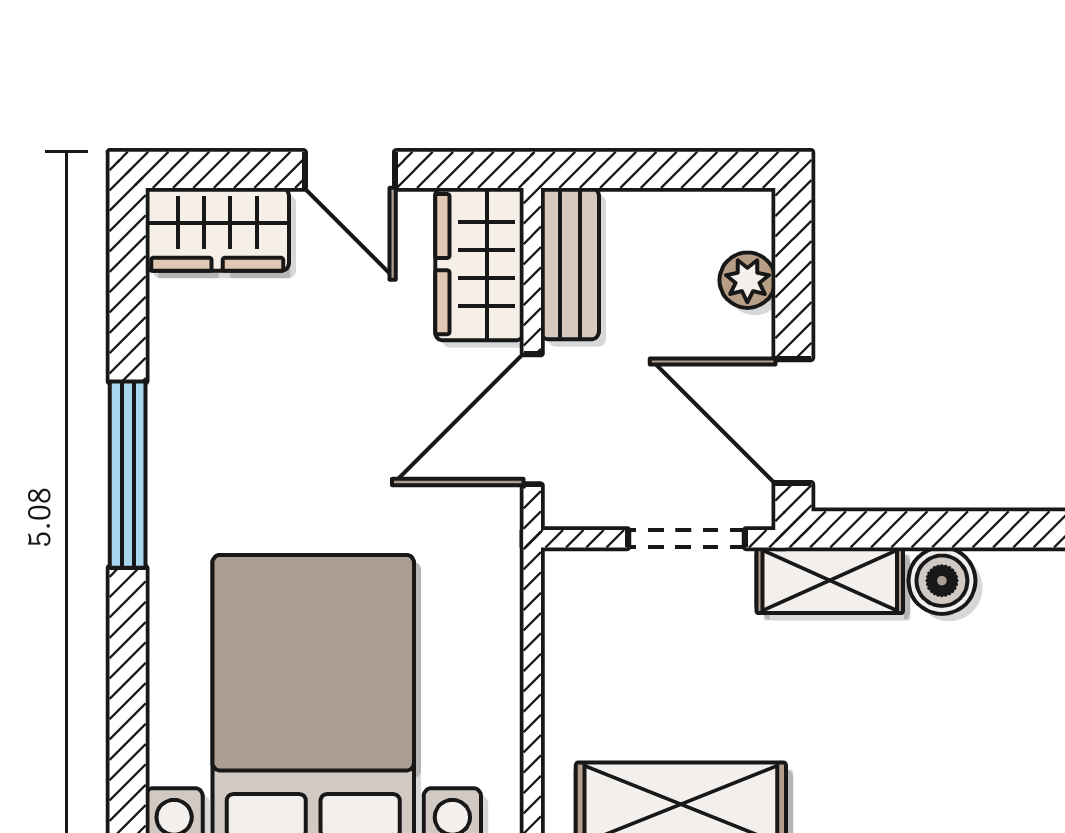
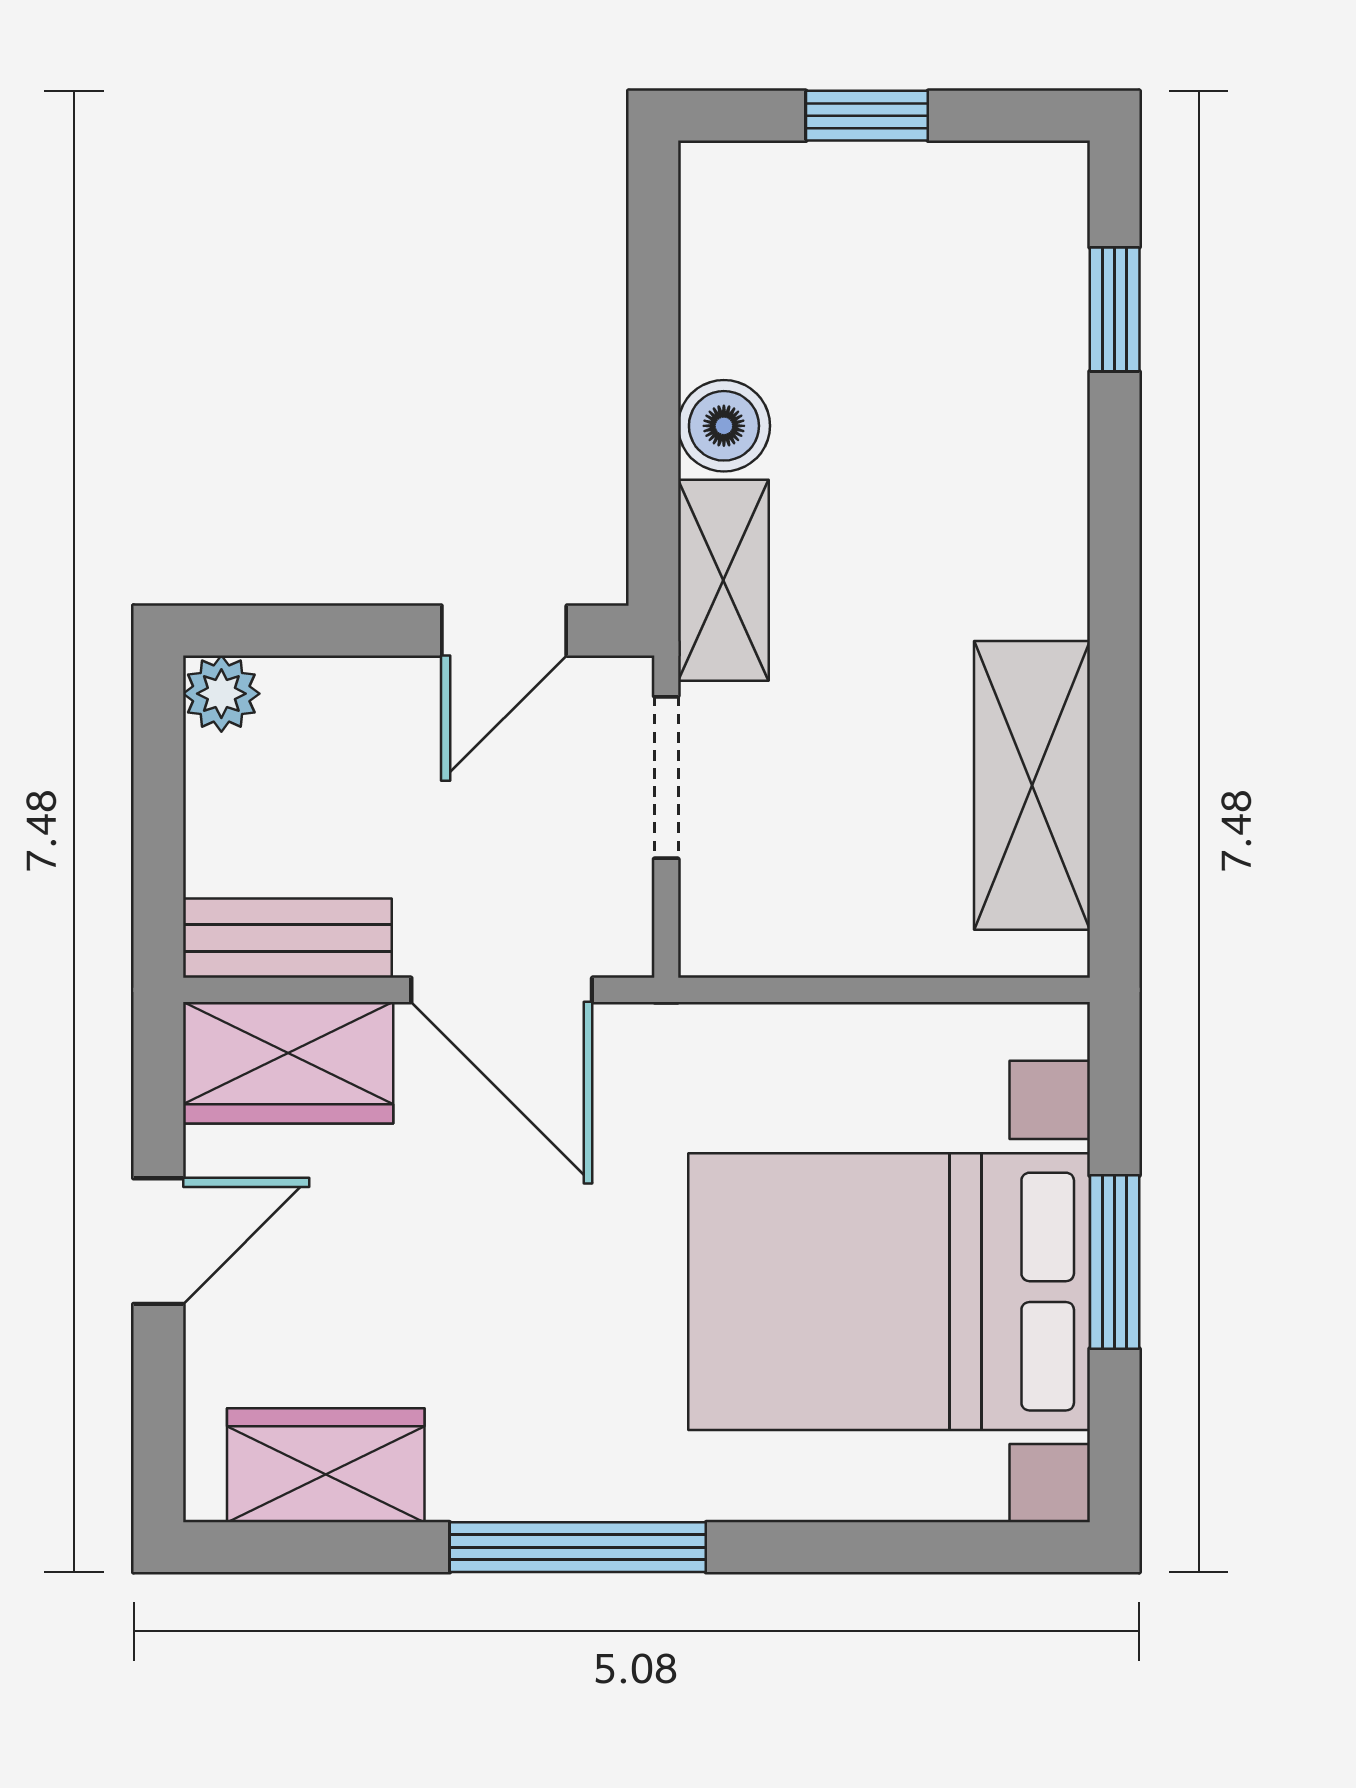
wardrobe: (217, 229) -> (326, 1465), moved, turned -90
plant: (747, 280) -> (221, 694), moved
door: (793, 421) -> (504, 631), width x0.73

